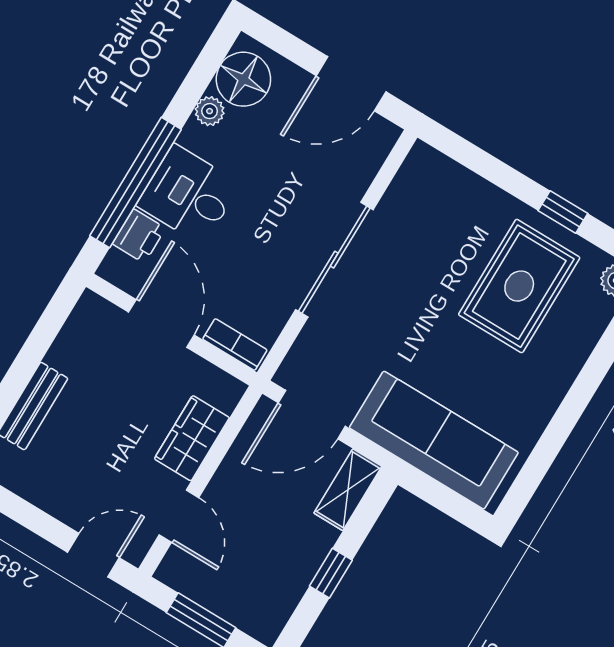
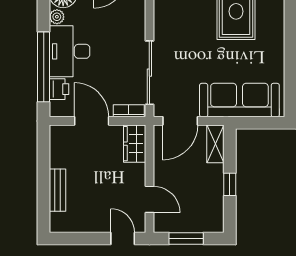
desk: (189, 195) -> (70, 51), width x1.37
sliding door: (334, 260) -> (149, 73), moved
wardrobe: (192, 438) -> (135, 144), moved
door: (93, 555) -> (123, 239), hinge flipped

